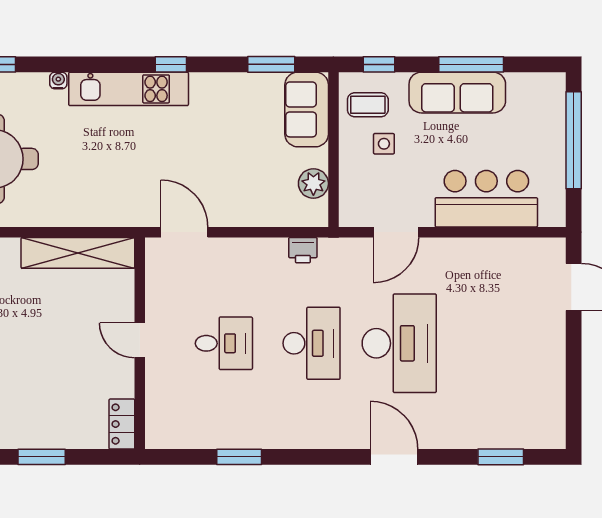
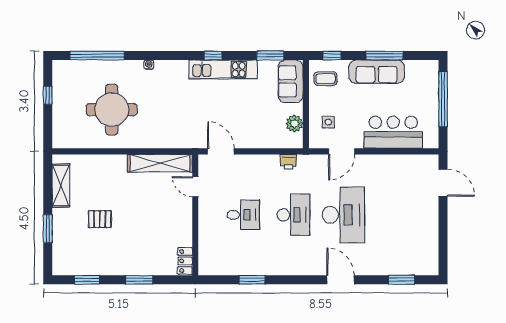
kitchen unit: (129, 89) -> (223, 70), moved
side table: (384, 144) -> (328, 122), moved
door: (140, 340) -> (195, 187), moved

